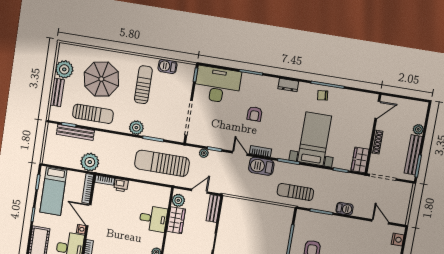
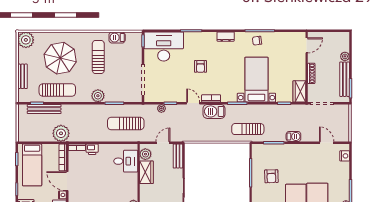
plant: (64, 69) -> (26, 40), moved
sun lounger: (162, 163) -> (126, 123), width x0.73, depth x0.75
desk: (153, 219) -> (126, 161), moved

